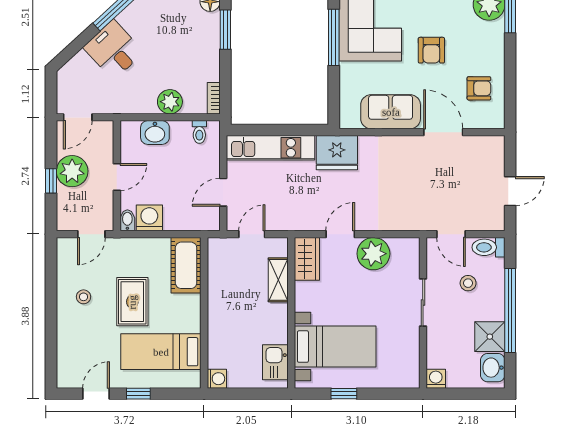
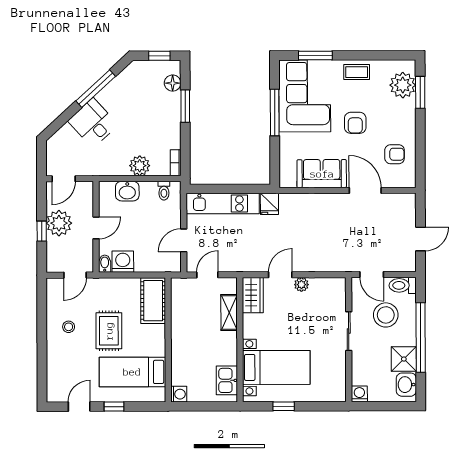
fridge: (337, 153) -> (269, 204), width x0.53, depth x0.75
plant: (373, 254) -> (301, 285), width x0.53, depth x0.53
stool: (468, 283) -> (386, 315), width x1.89, depth x1.89

